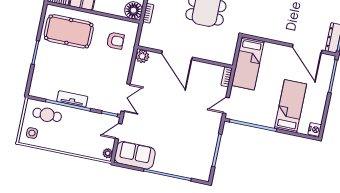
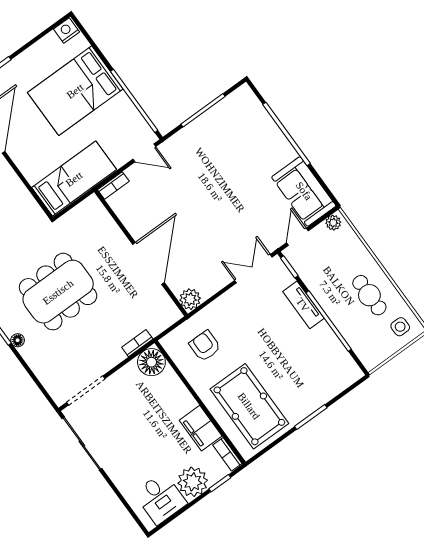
tv unit: (72, 99) -> (303, 305), moved
bed: (291, 106) -> (75, 91), width x1.50
cafe table: (47, 115) -> (369, 295), moved
door: (119, 131) -> (297, 237), swing flipped

